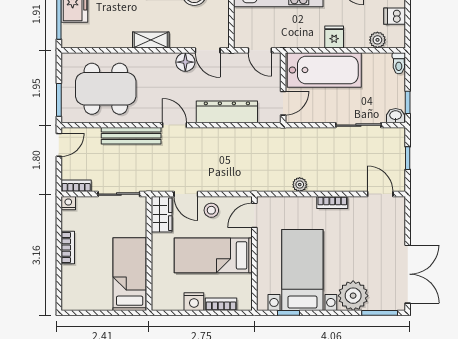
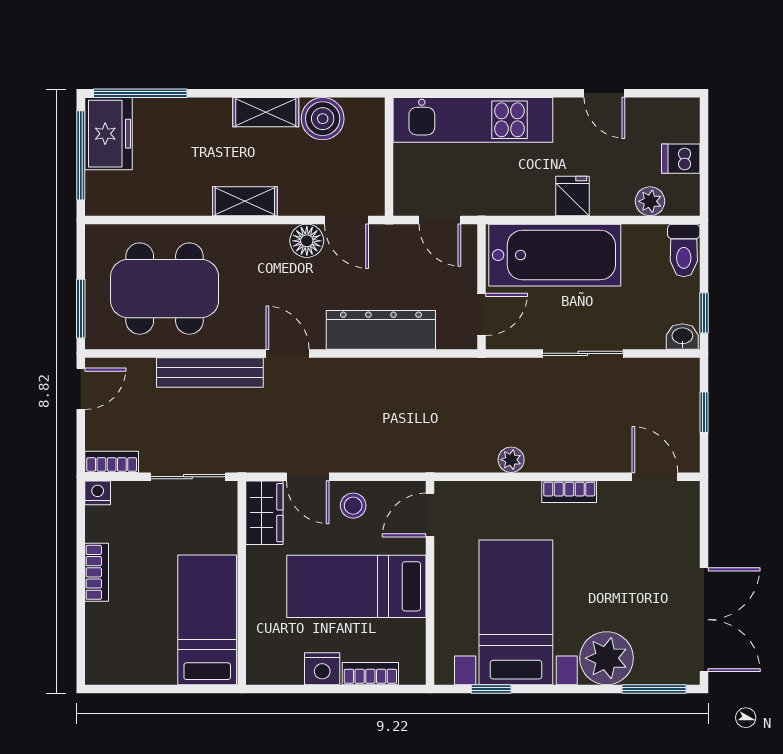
toilet: (399, 63) -> (684, 250), width x1.37, depth x1.39
sliding door: (358, 125) -> (583, 353), moved

